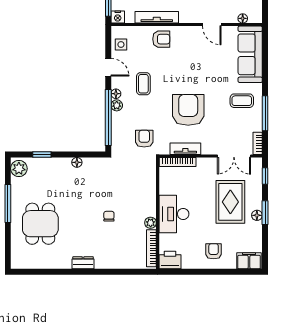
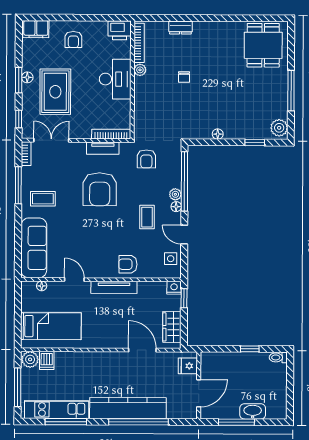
tv unit: (157, 17) -> (114, 287), moved
dining table: (40, 224) -> (263, 45), moved
dresser: (83, 263) -> (180, 28), moved

